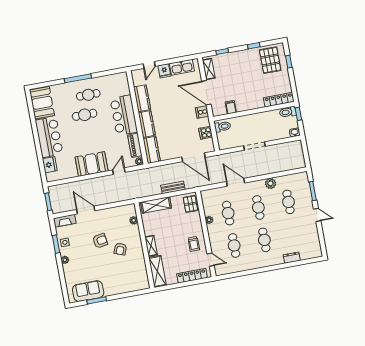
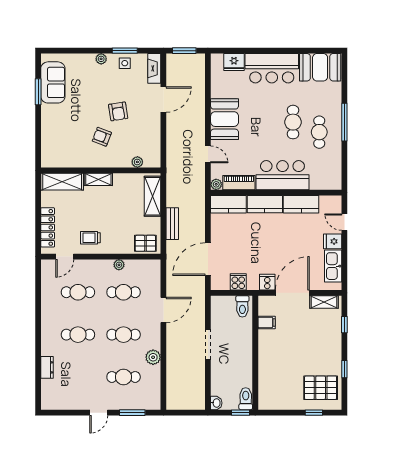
locker: (279, 100) -> (265, 389), removed

